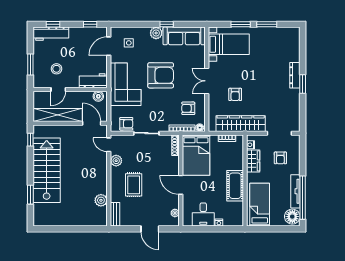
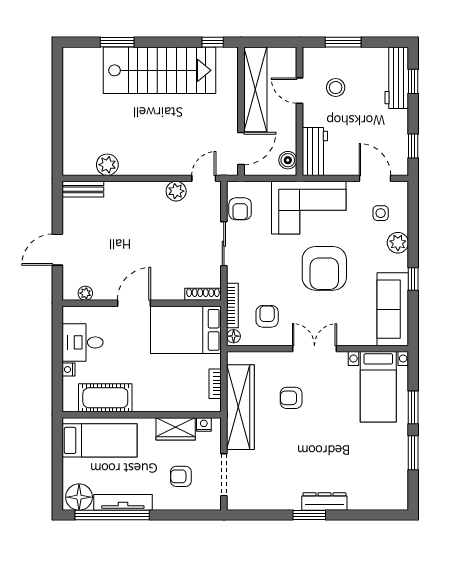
plant: (156, 33) -> (398, 243), moved
rug: (134, 185) -> (134, 221), removed
cot: (235, 186) -> (105, 398), moved

